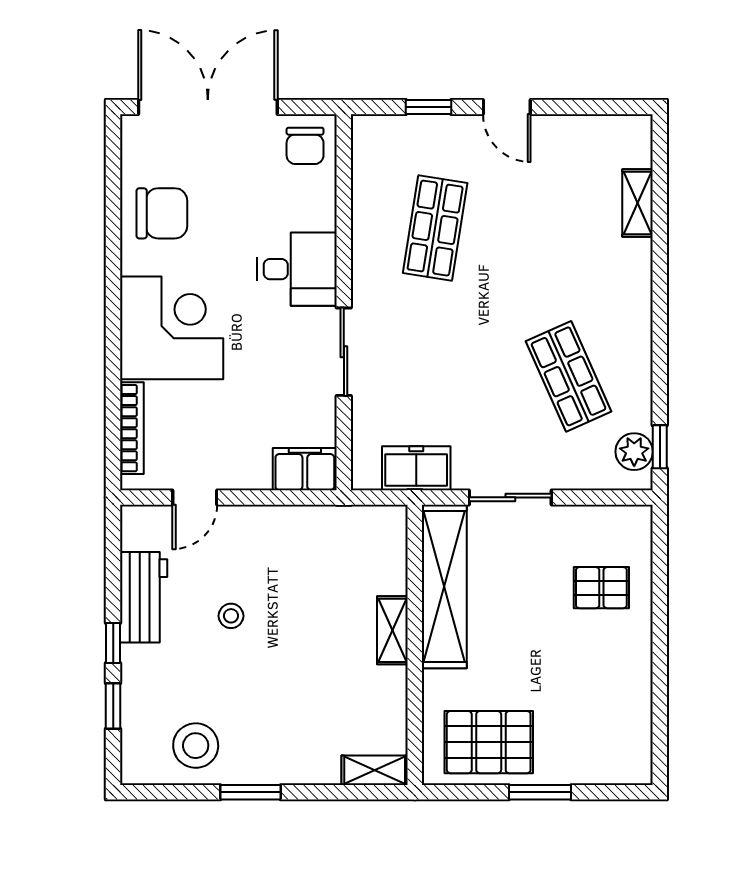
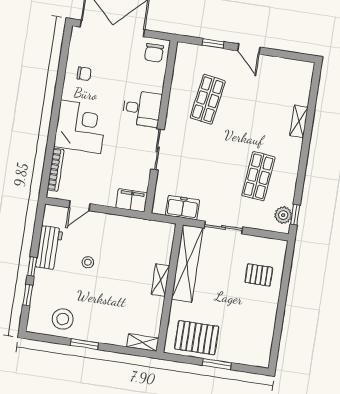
shelving: (637, 203) -> (299, 121), moved
chair: (162, 213) -> (84, 74), width x0.54, depth x0.54
shop shelf: (569, 376) -> (258, 176), turned 30

